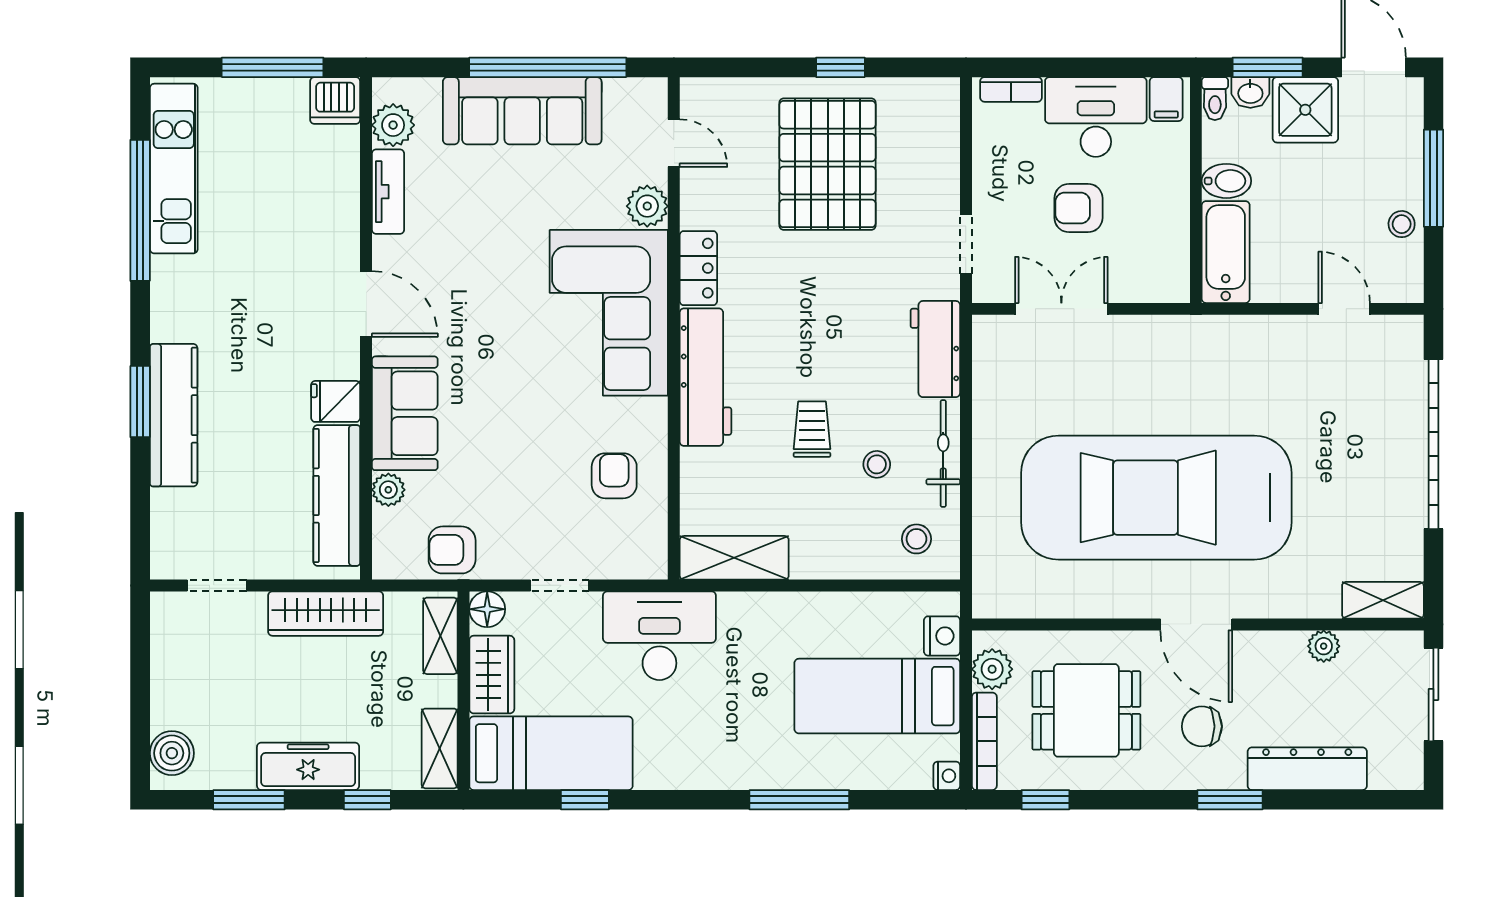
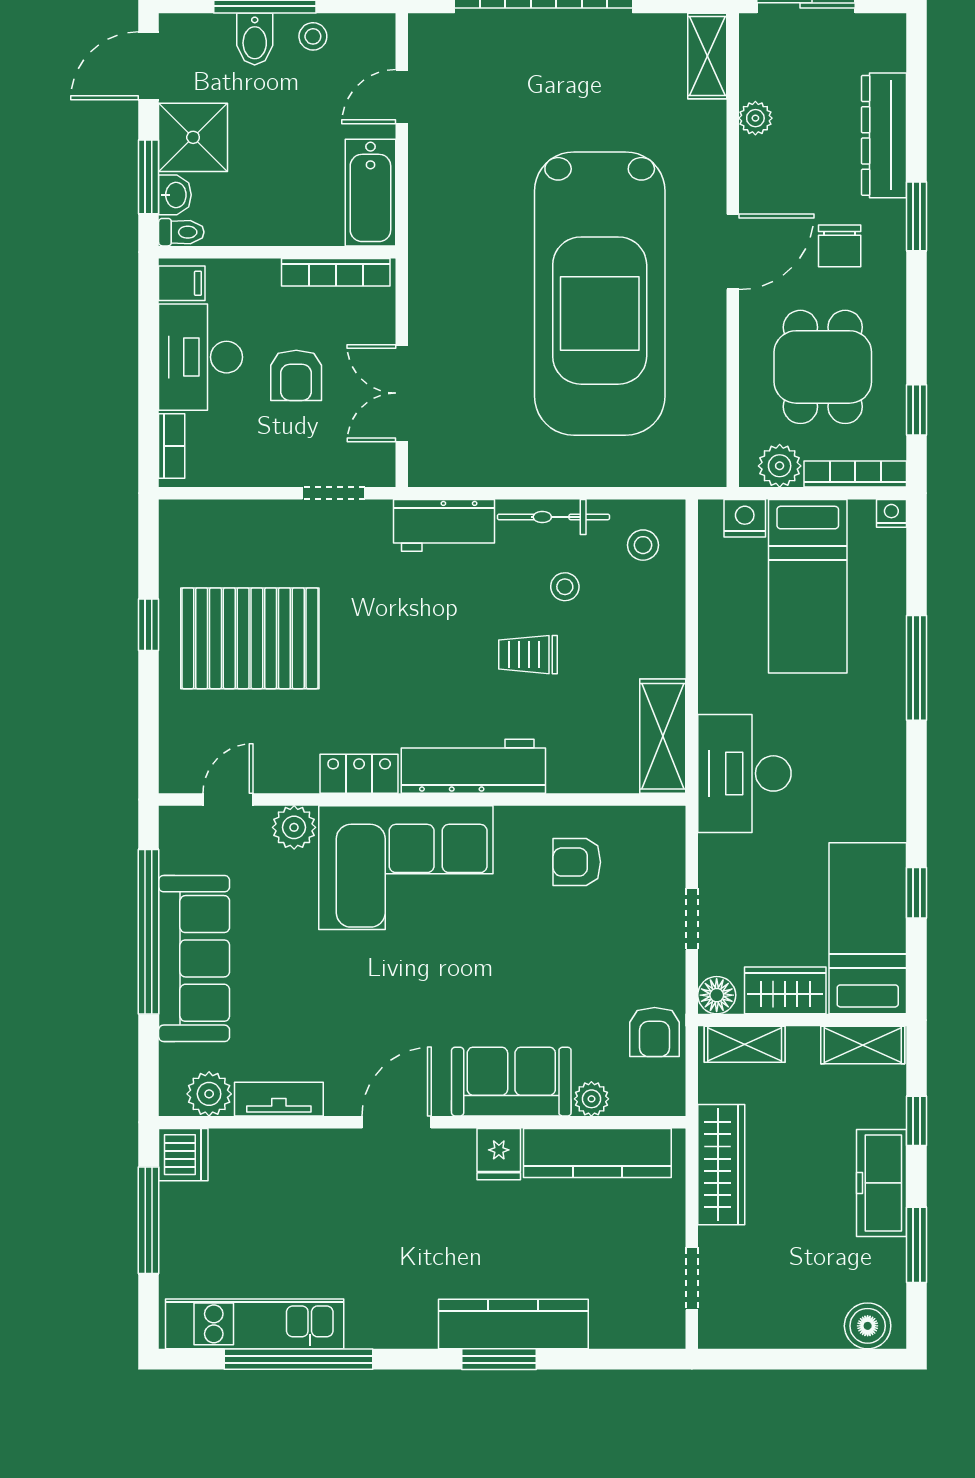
bidet: (1226, 181) -> (255, 39), moved, turned 180
bookcase: (1177, 246) -> (336, 272), added
bathtub: (1226, 252) -> (370, 193), moved, turned -90
desk: (659, 636) -> (744, 773), moved

